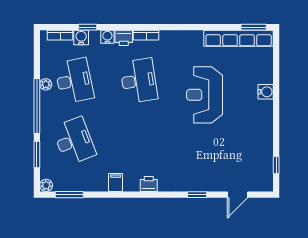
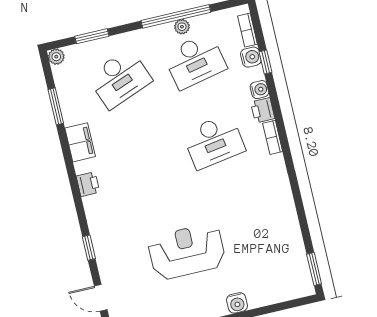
row of seats: (239, 38) -> (296, 253), removed
reception desk: (205, 95) -> (187, 252), moved
window: (37, 106) -> (176, 16), moved
filing cabinet: (116, 183) -> (80, 142), width x2.00
window: (69, 195) -> (56, 106), moved

